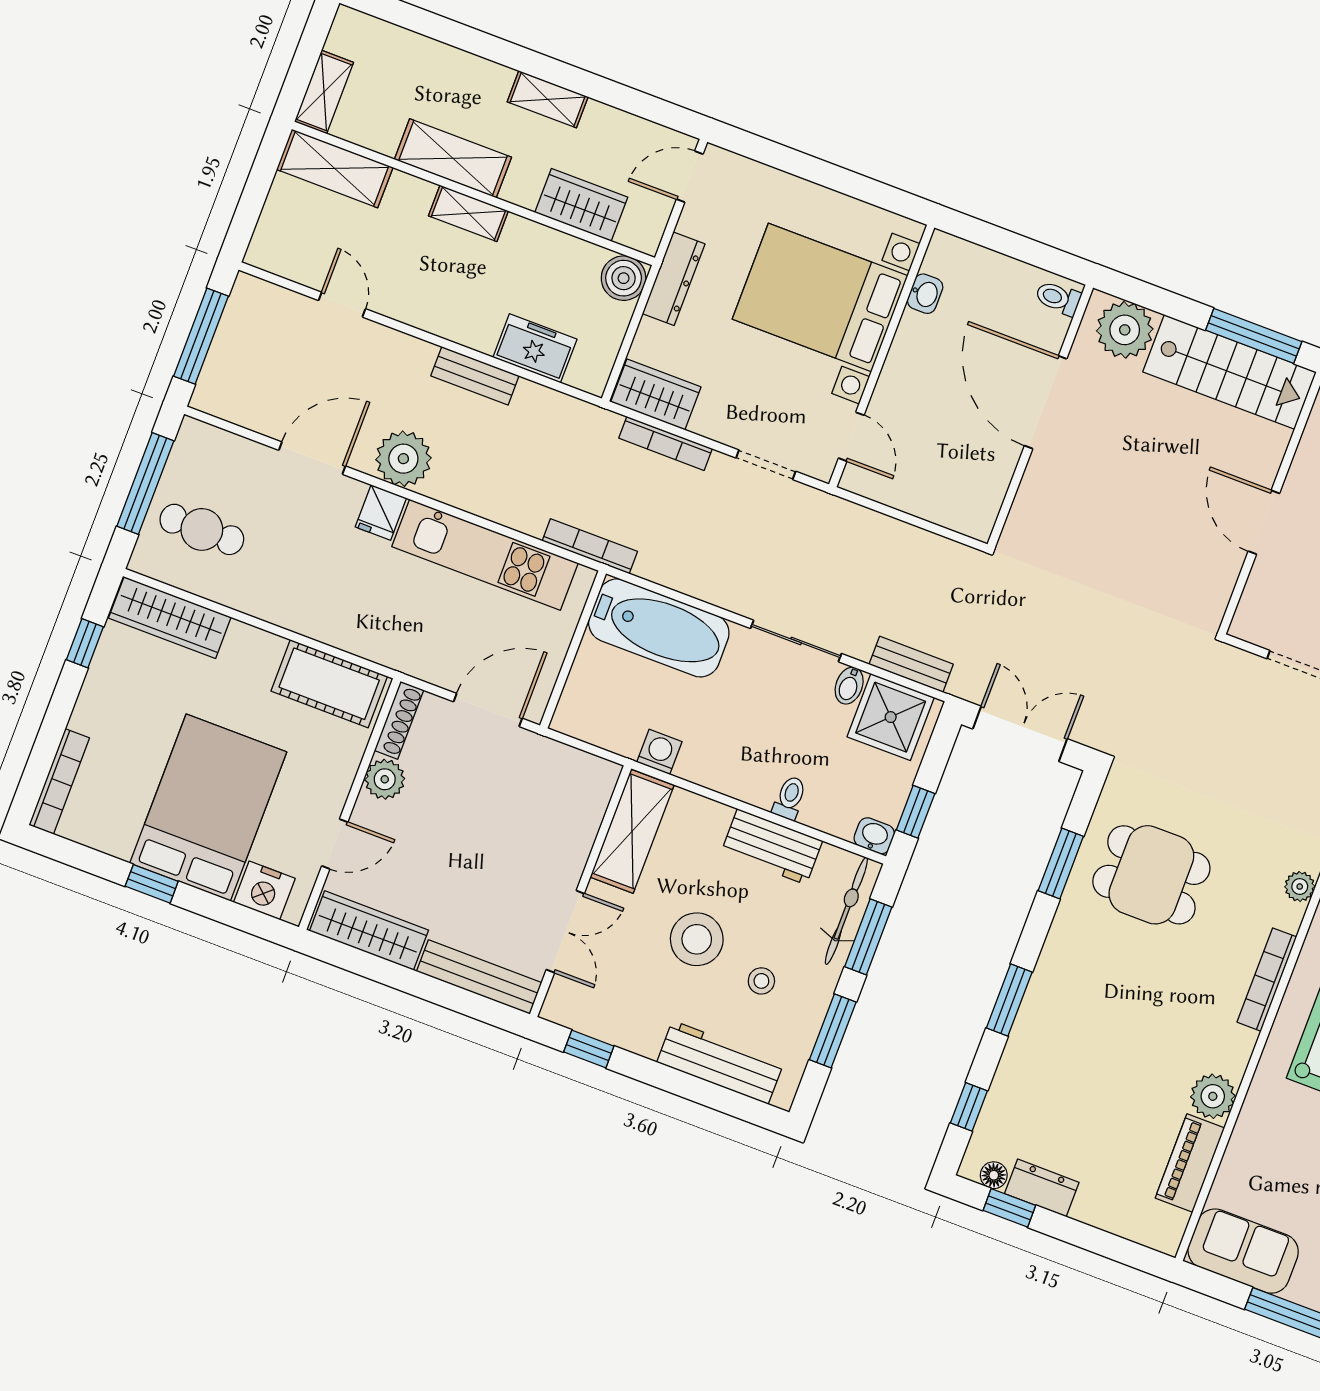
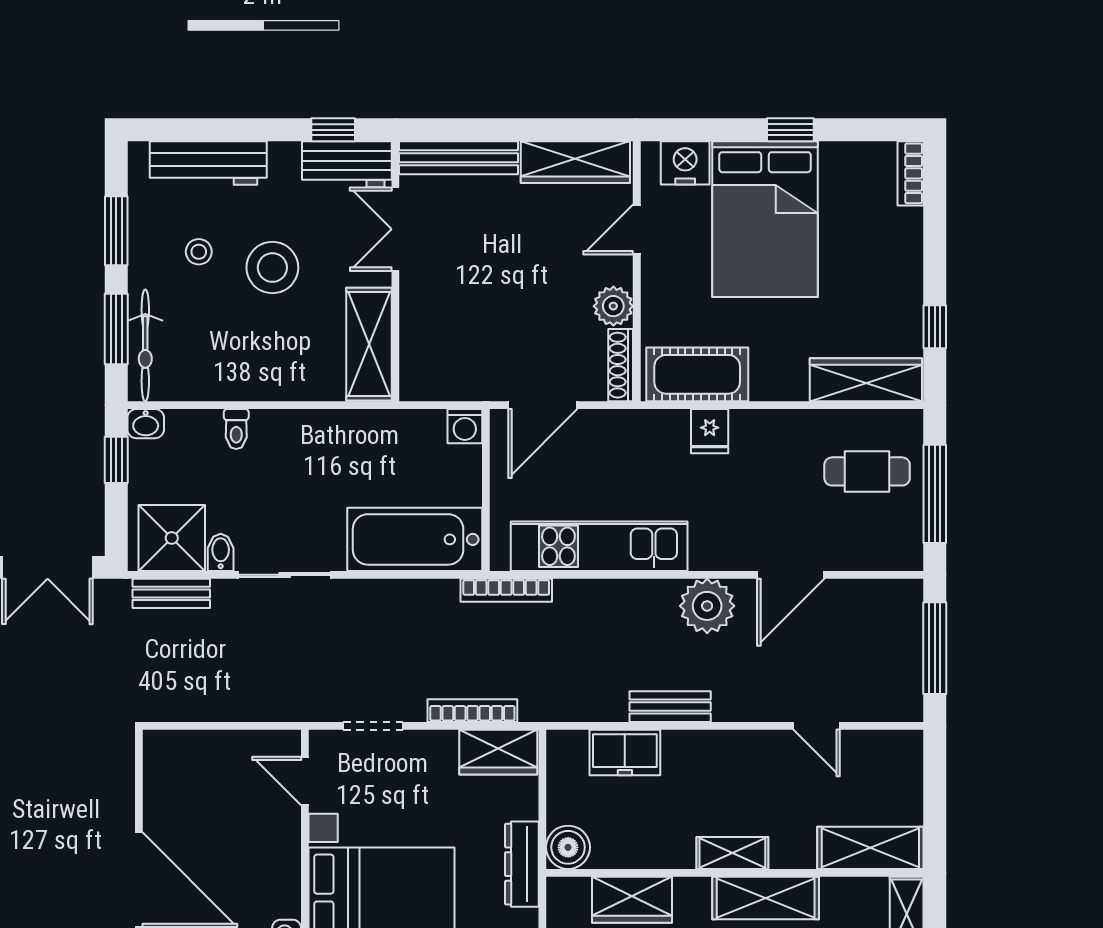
fridge: (381, 512) -> (710, 431), moved, turned 180
washing machine: (659, 752) -> (465, 426), moved
bookcase: (59, 781) -> (911, 173), width x0.64
workbench: (772, 847) -> (347, 164), moved, turned 180

